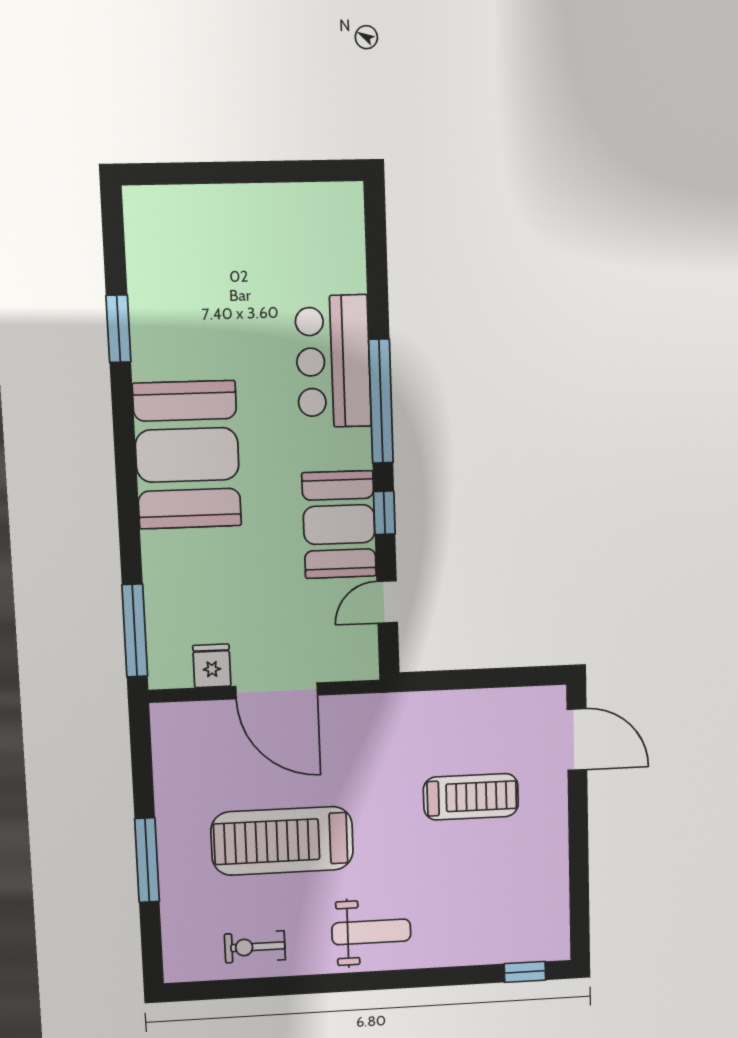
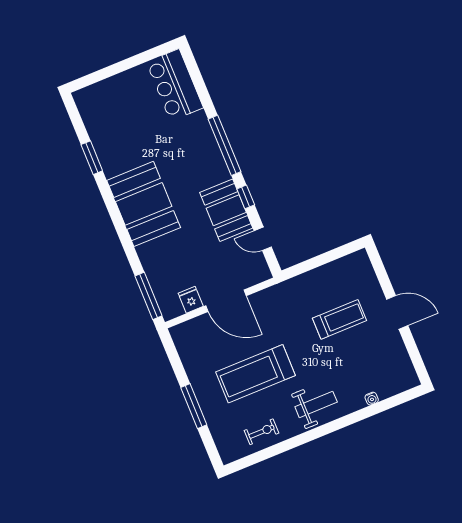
bar counter: (333, 361) -> (175, 85), moved
door: (387, 602) -> (263, 239), hinge flipped
door: (577, 740) -> (397, 312), moved
exercise bike: (255, 947) -> (262, 432), turned 180
water cooler: (474, 955) -> (372, 399), added
window: (525, 972) -> (401, 399), removed

